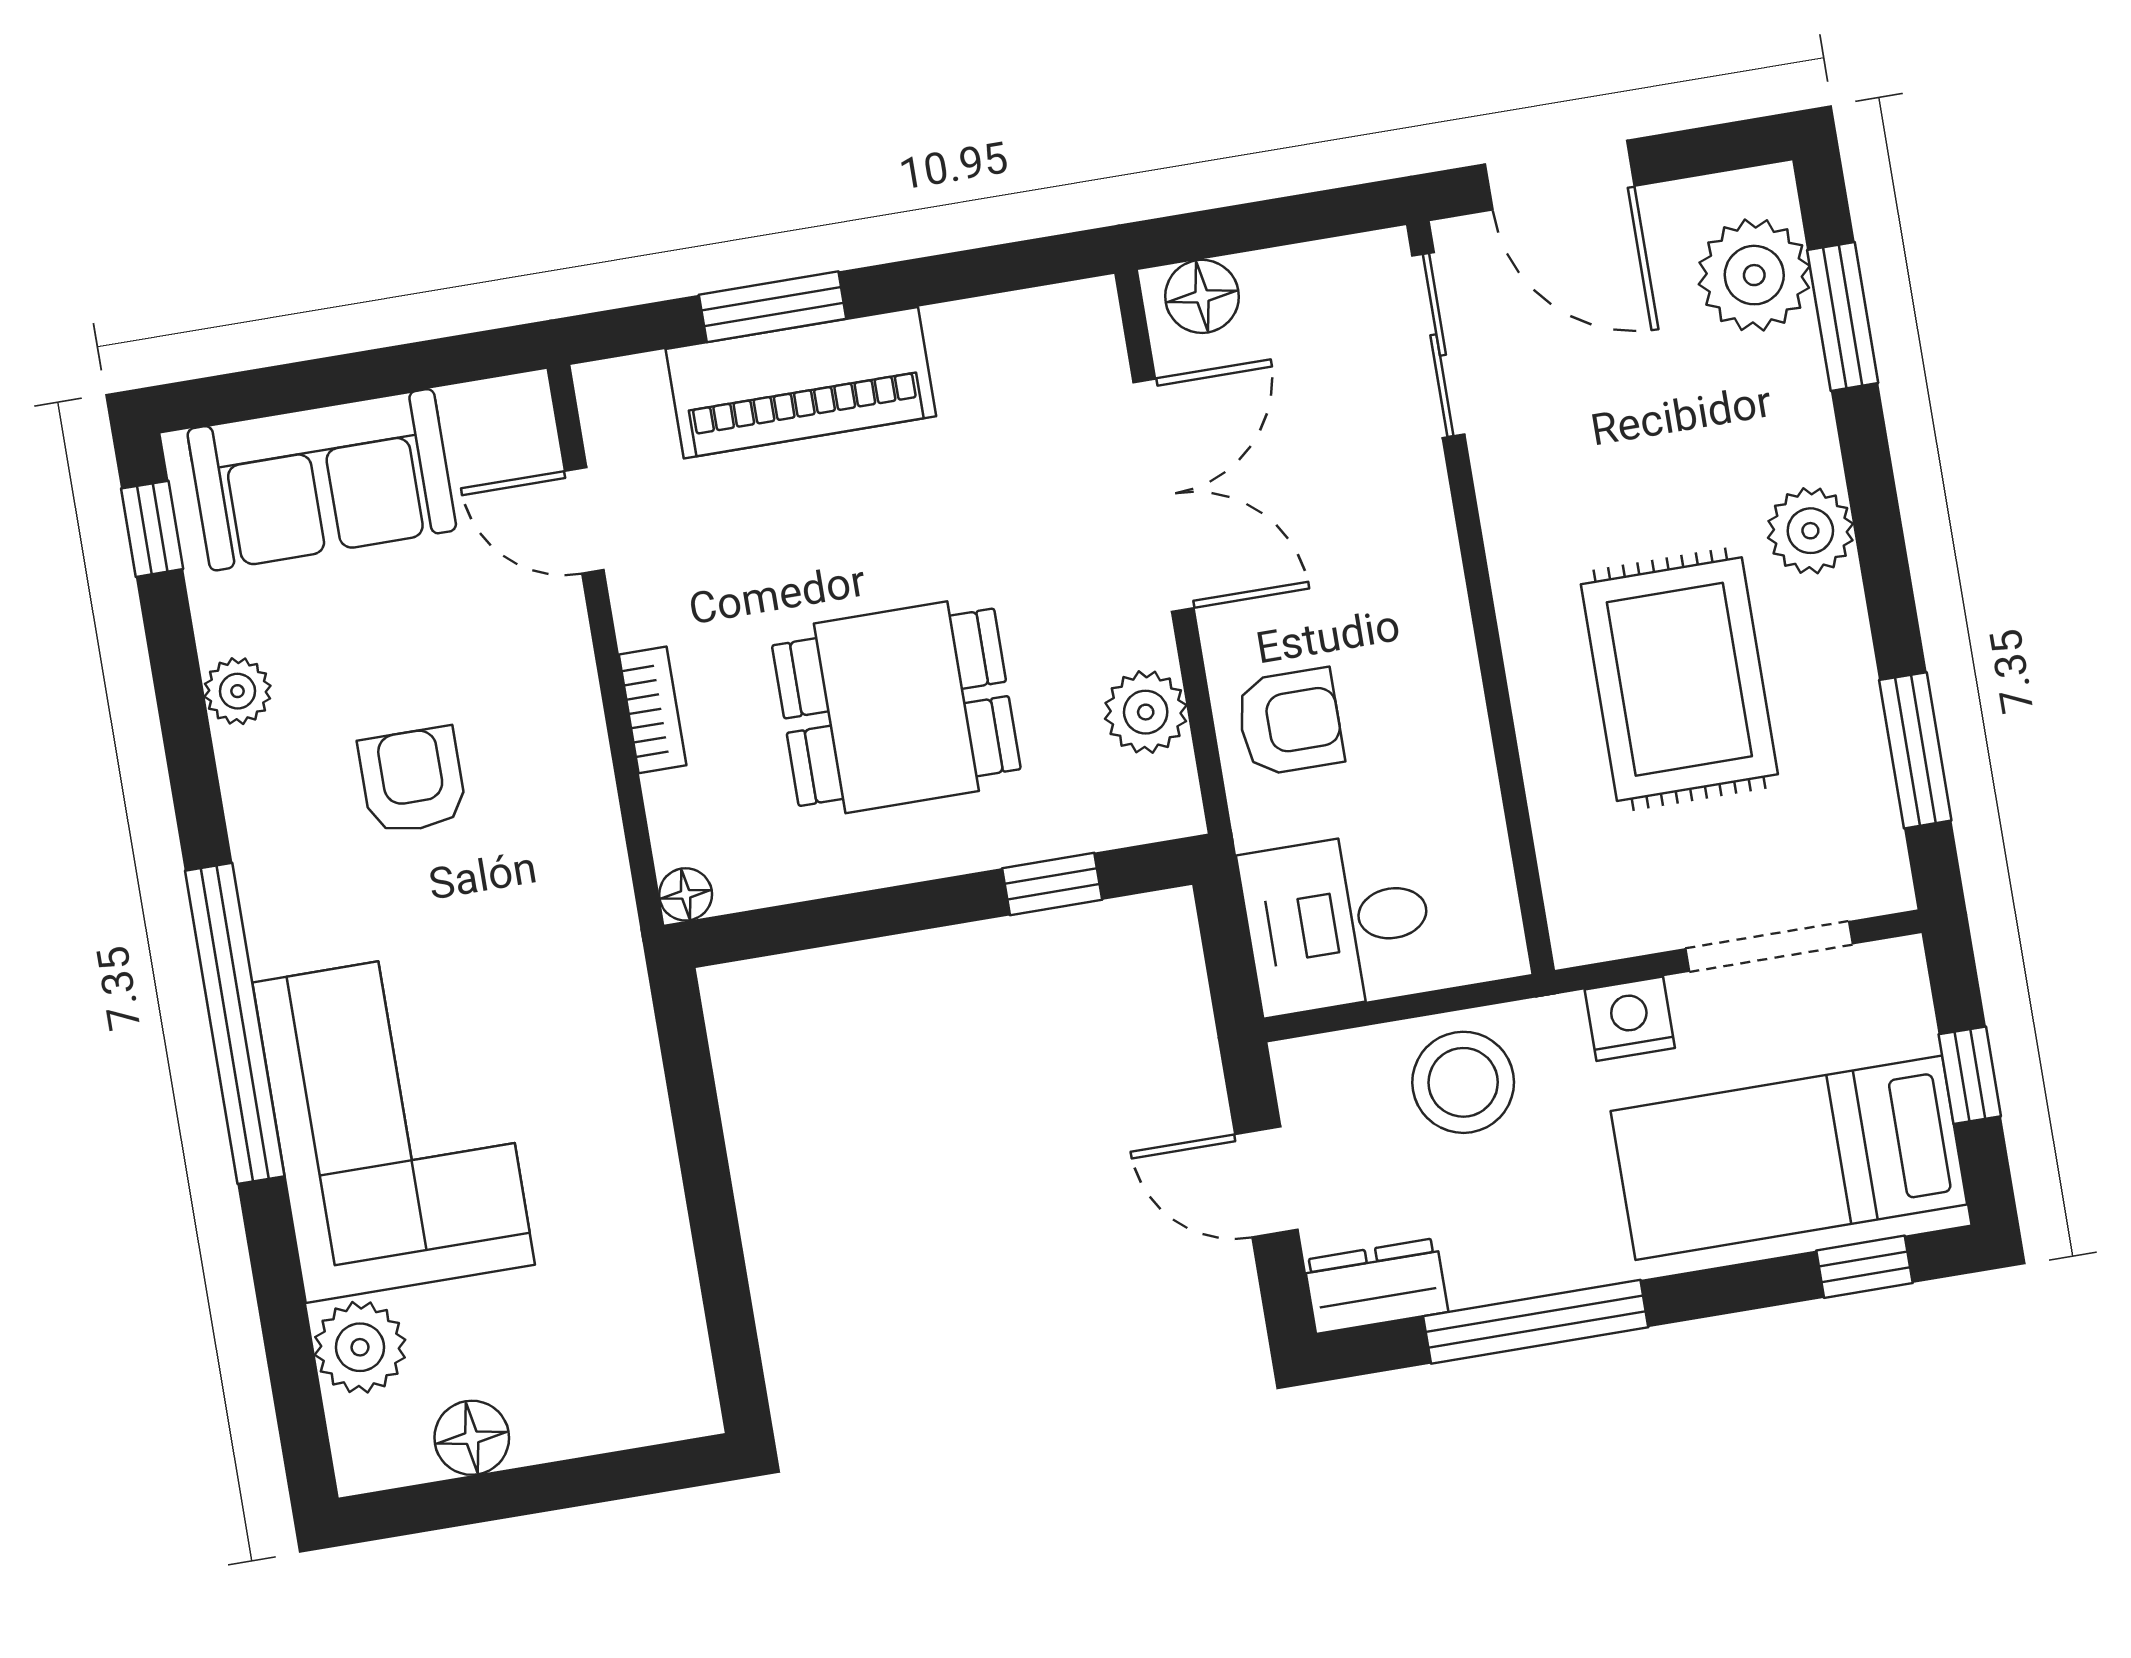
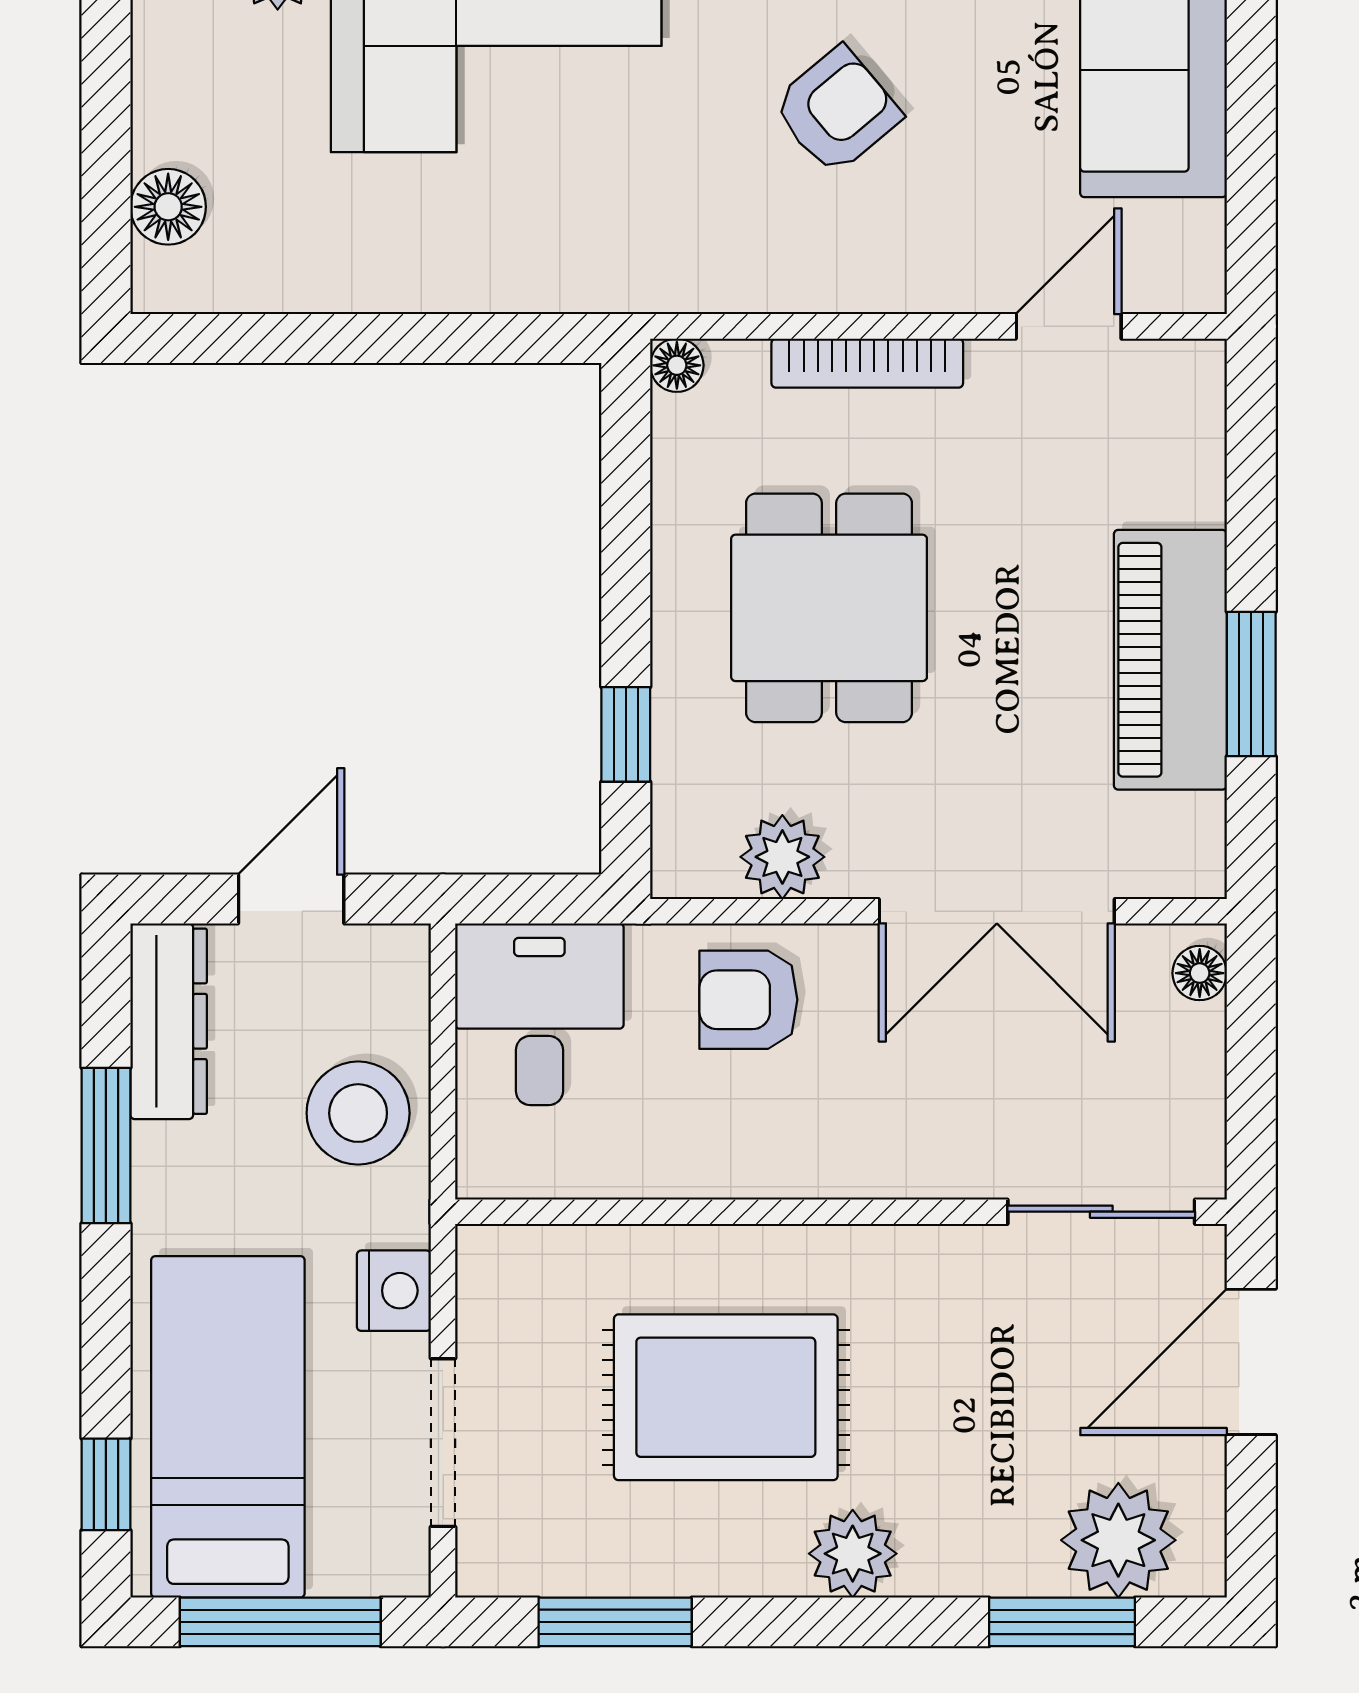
floor lamp: (1202, 296) -> (1200, 973), width x0.73, depth x0.73
window: (773, 307) -> (1251, 684), moved
piano: (801, 383) -> (1170, 660), moved
bookcase: (653, 710) -> (867, 363), width x1.56
armchair: (1290, 722) -> (748, 1000), turned 90
armchair: (412, 781) -> (837, 111), turned -40
window: (1970, 1075) -> (280, 1622), width x2.17
dresser: (1376, 1286) -> (169, 1021), width x1.44
window: (1536, 1322) -> (106, 1146), width x0.69
floor lamp: (472, 1438) -> (168, 207), moved

